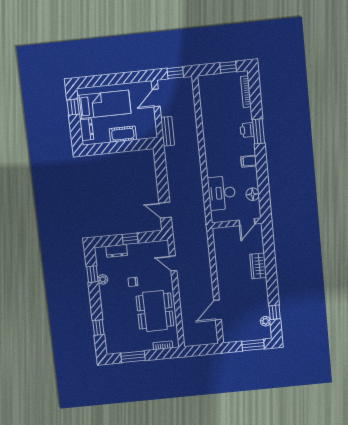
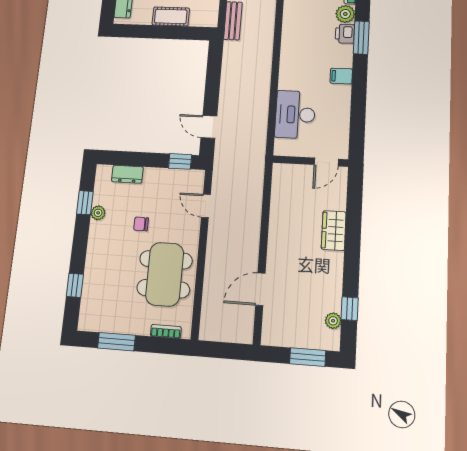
plant: (245, 115) -> (345, 14), added
floor lamp: (253, 194) -> (340, 123), removed
window: (130, 239) -> (180, 161), moved

